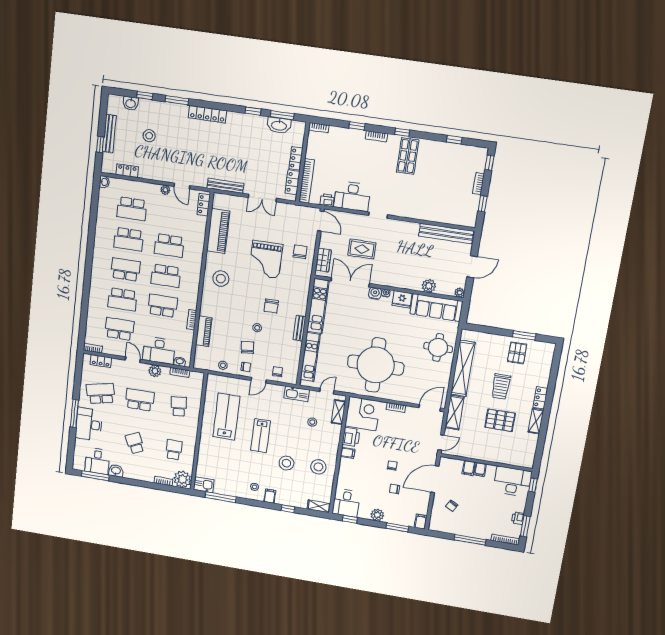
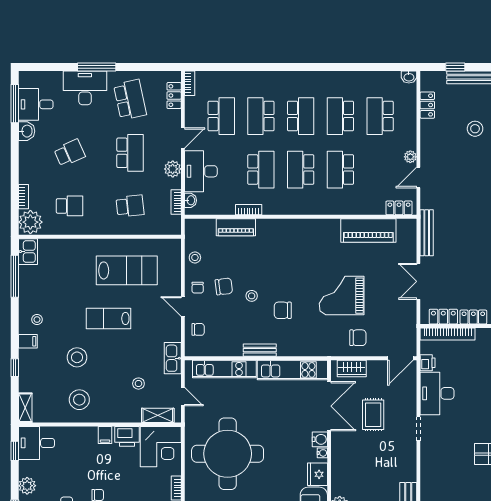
stool: (221, 279) -> (308, 241), removed

